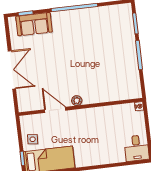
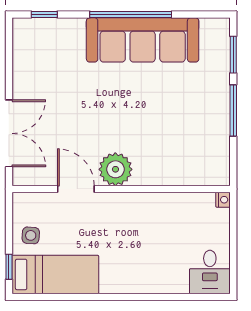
sofa: (34, 24) -> (143, 40), moved, width x1.85, depth x1.27
double door: (12, 70) -> (9, 133), moved
plant: (77, 101) -> (115, 169), width x1.87, depth x1.87

